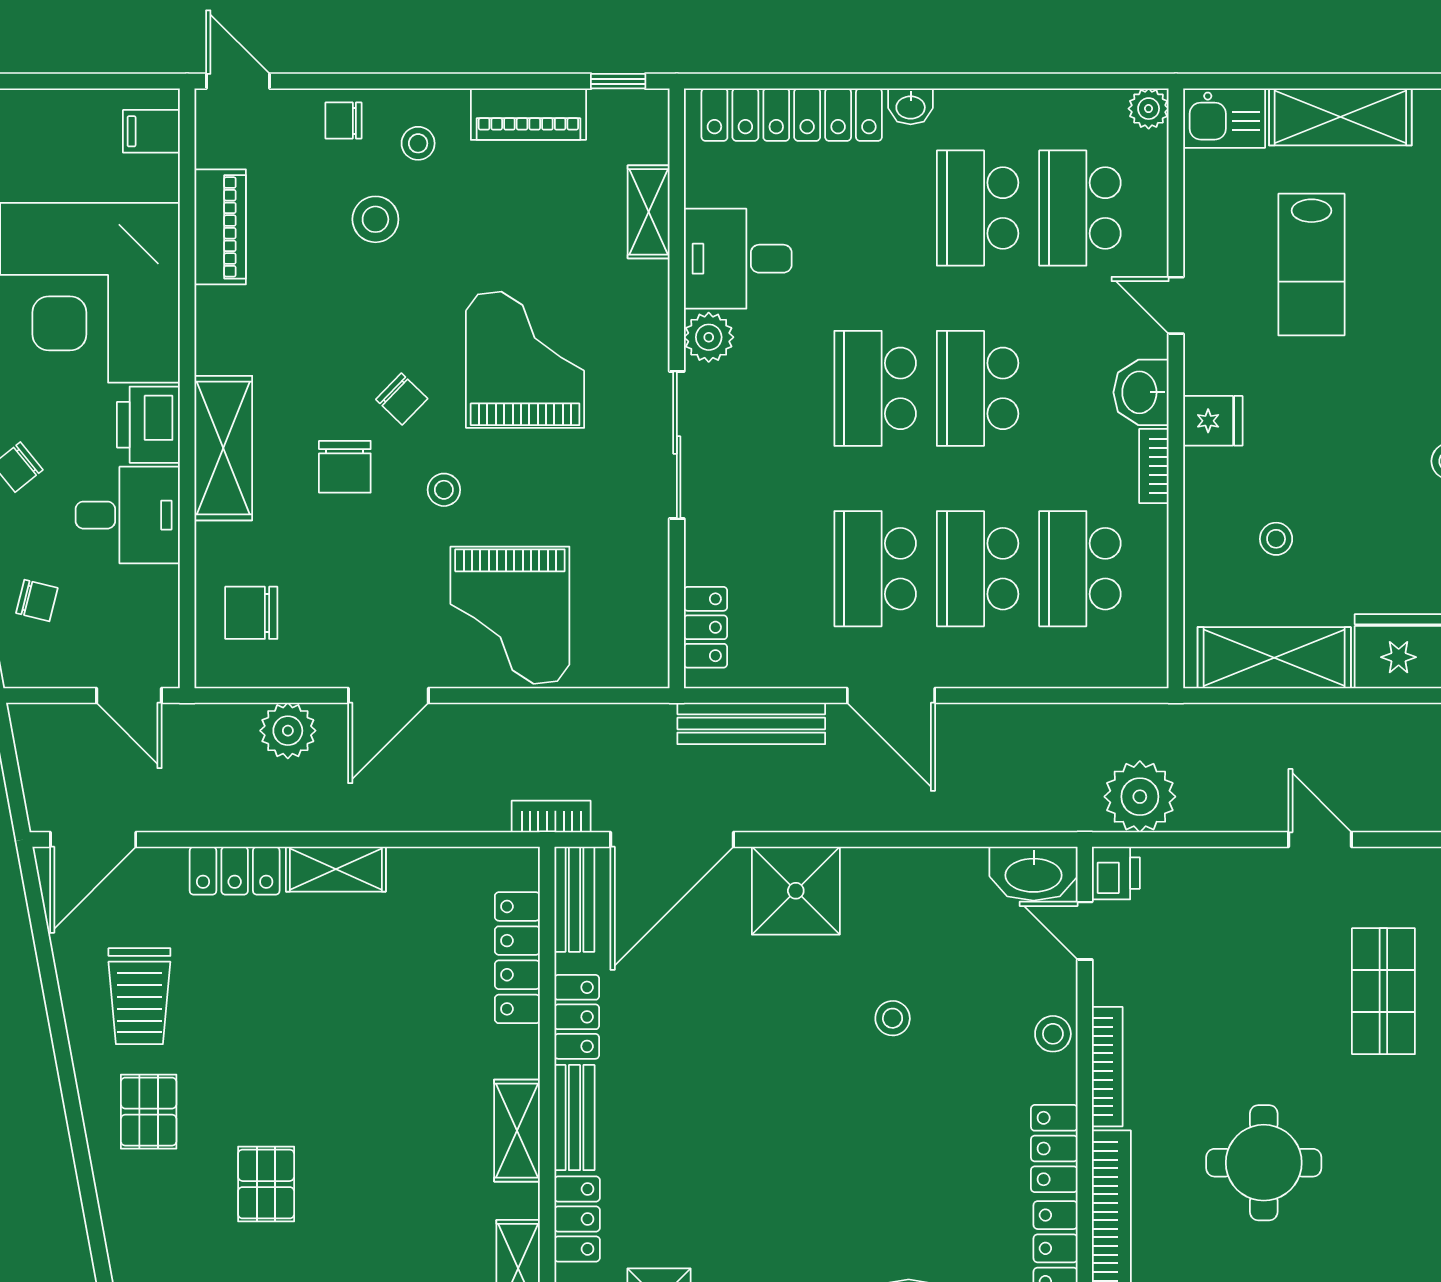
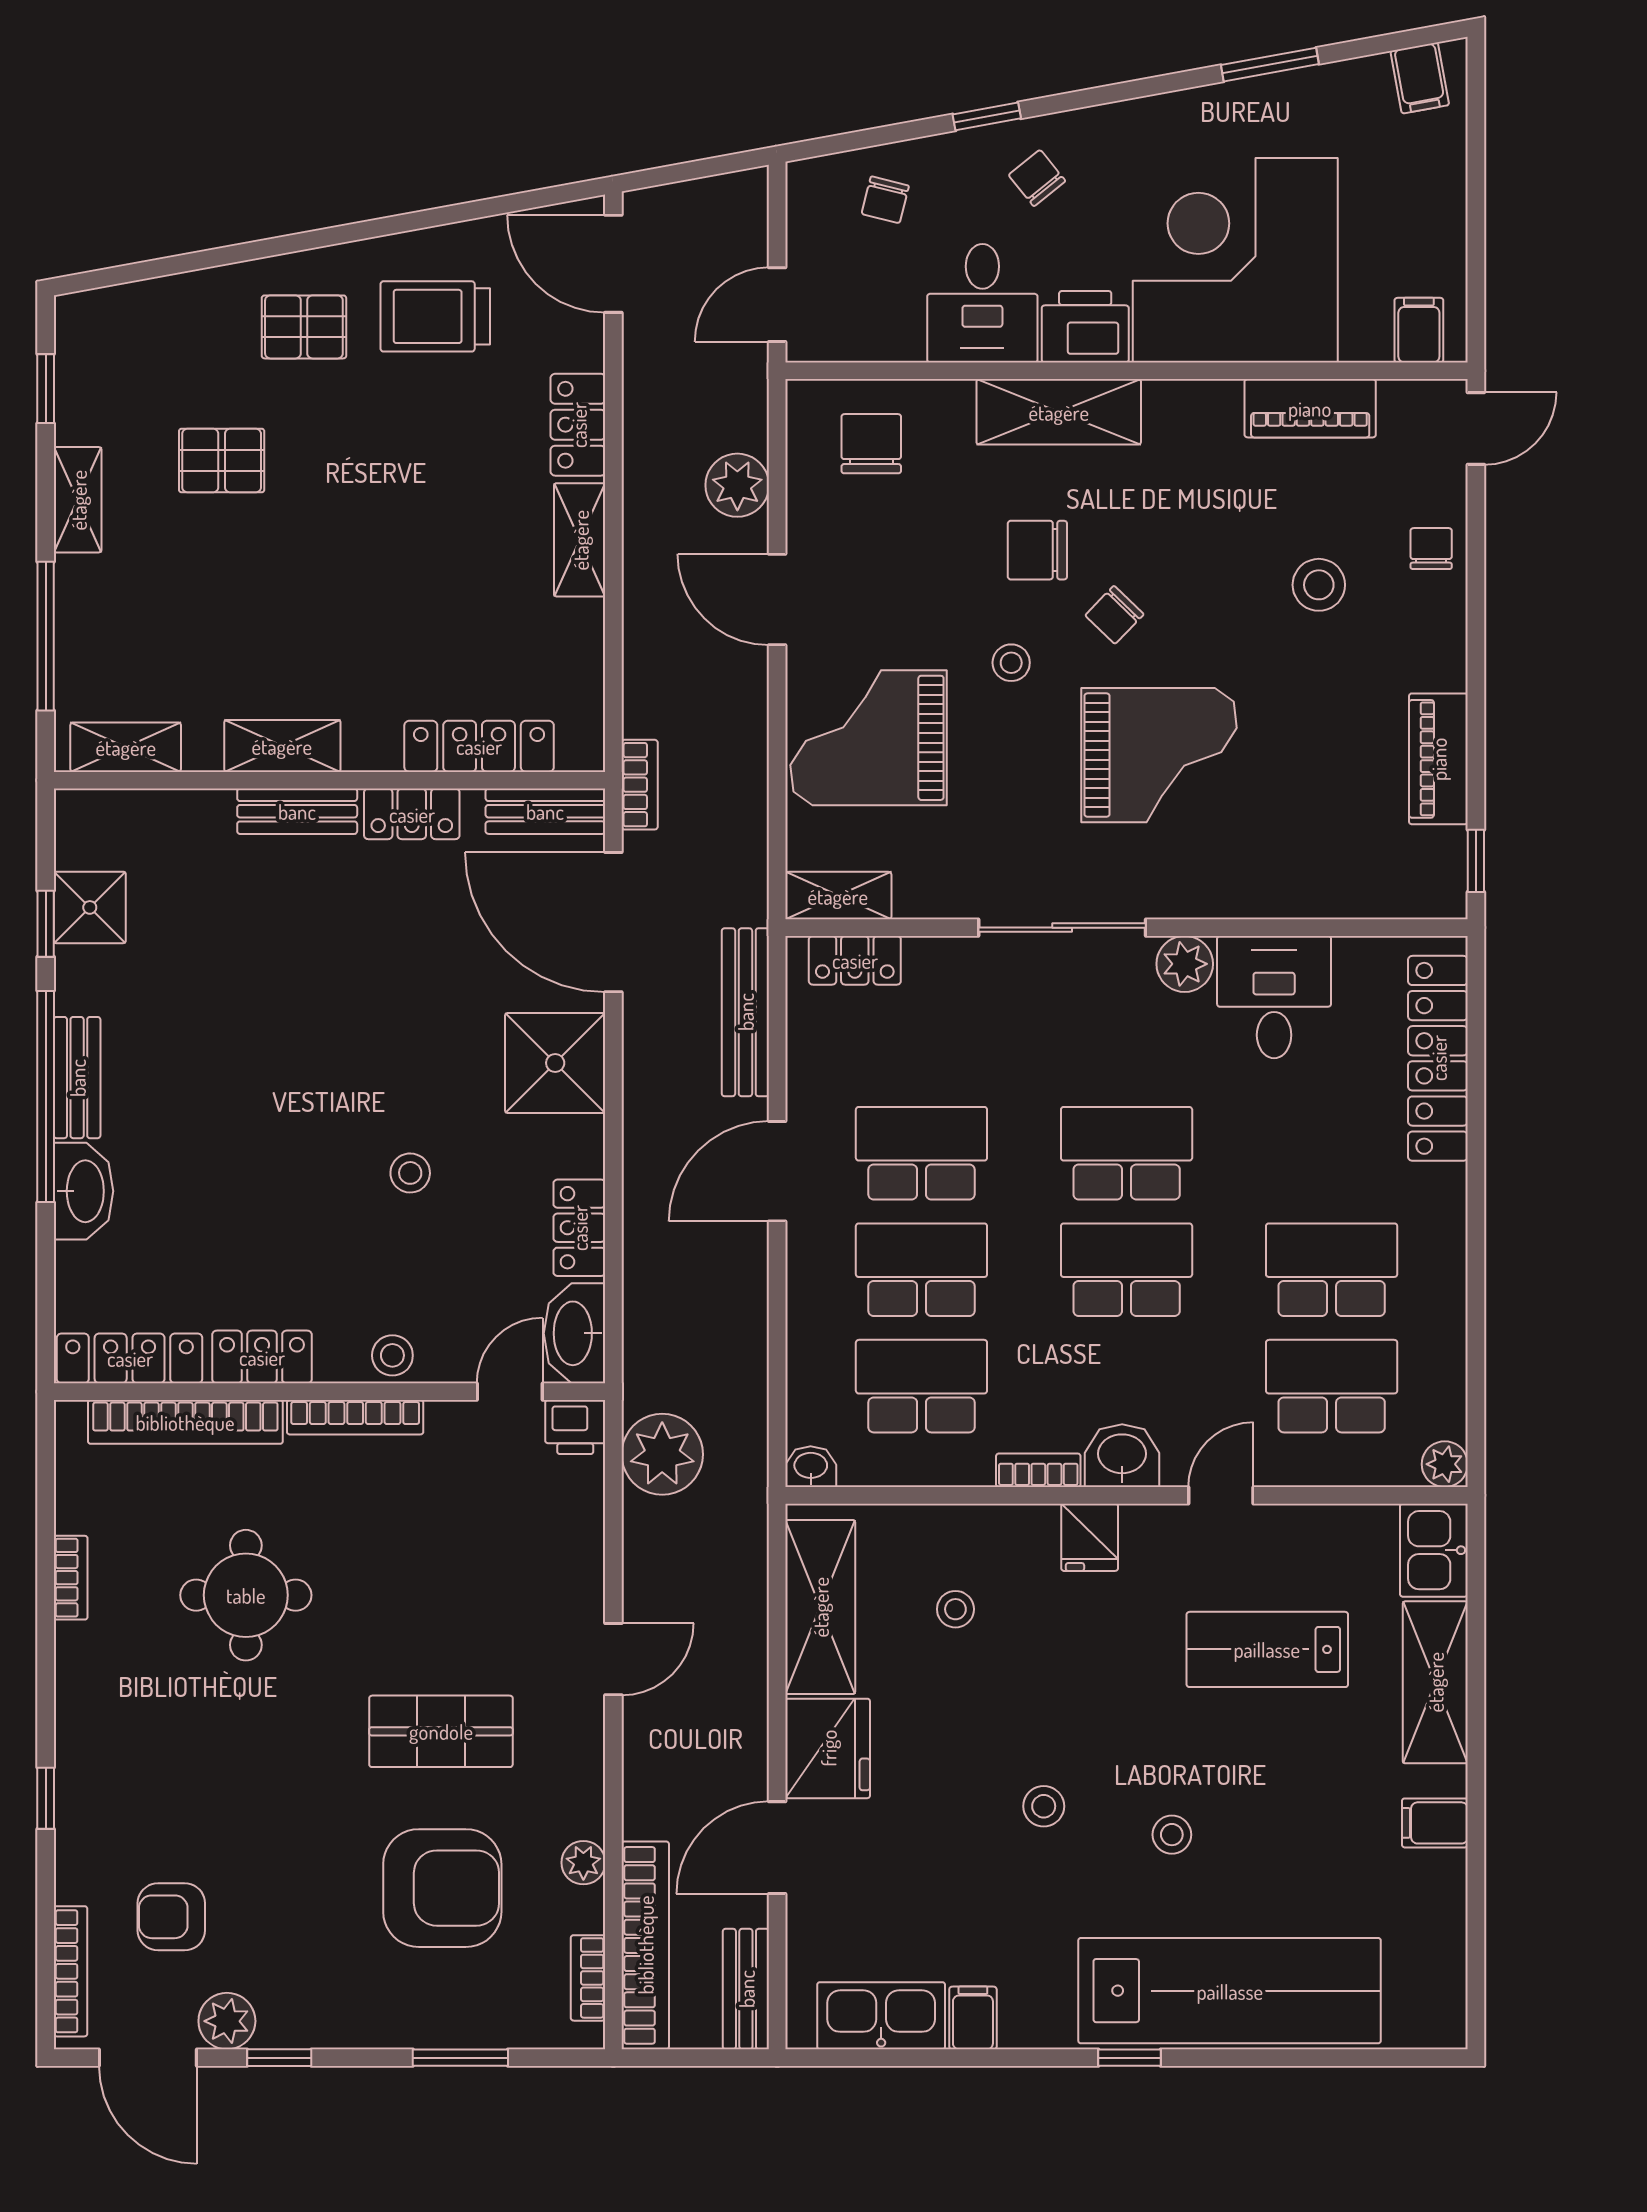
washbasin: (911, 106) -> (811, 1467), moved, turned 90
stool: (418, 143) -> (1405, 633), removed
shelving: (649, 212) -> (838, 896), moved
locker: (577, 1219) -> (579, 1228), moved, turned 90

